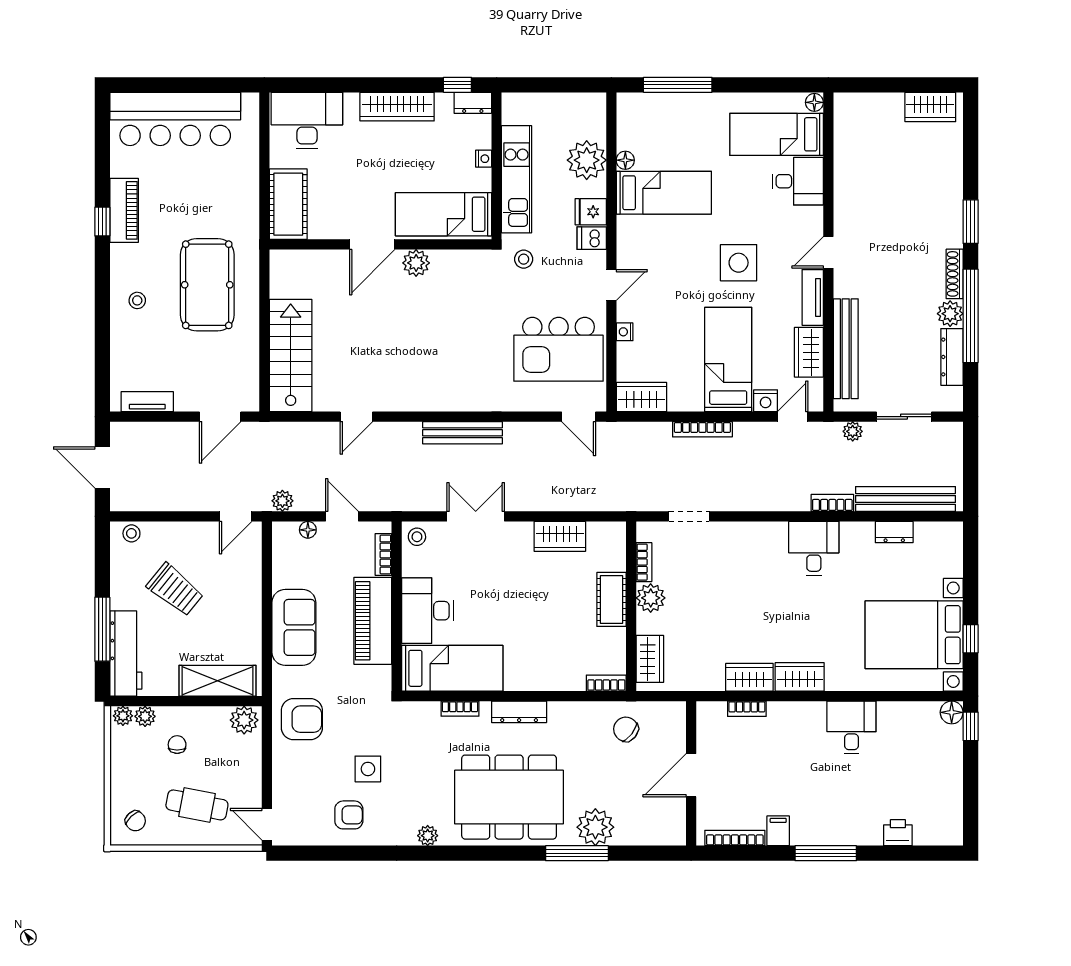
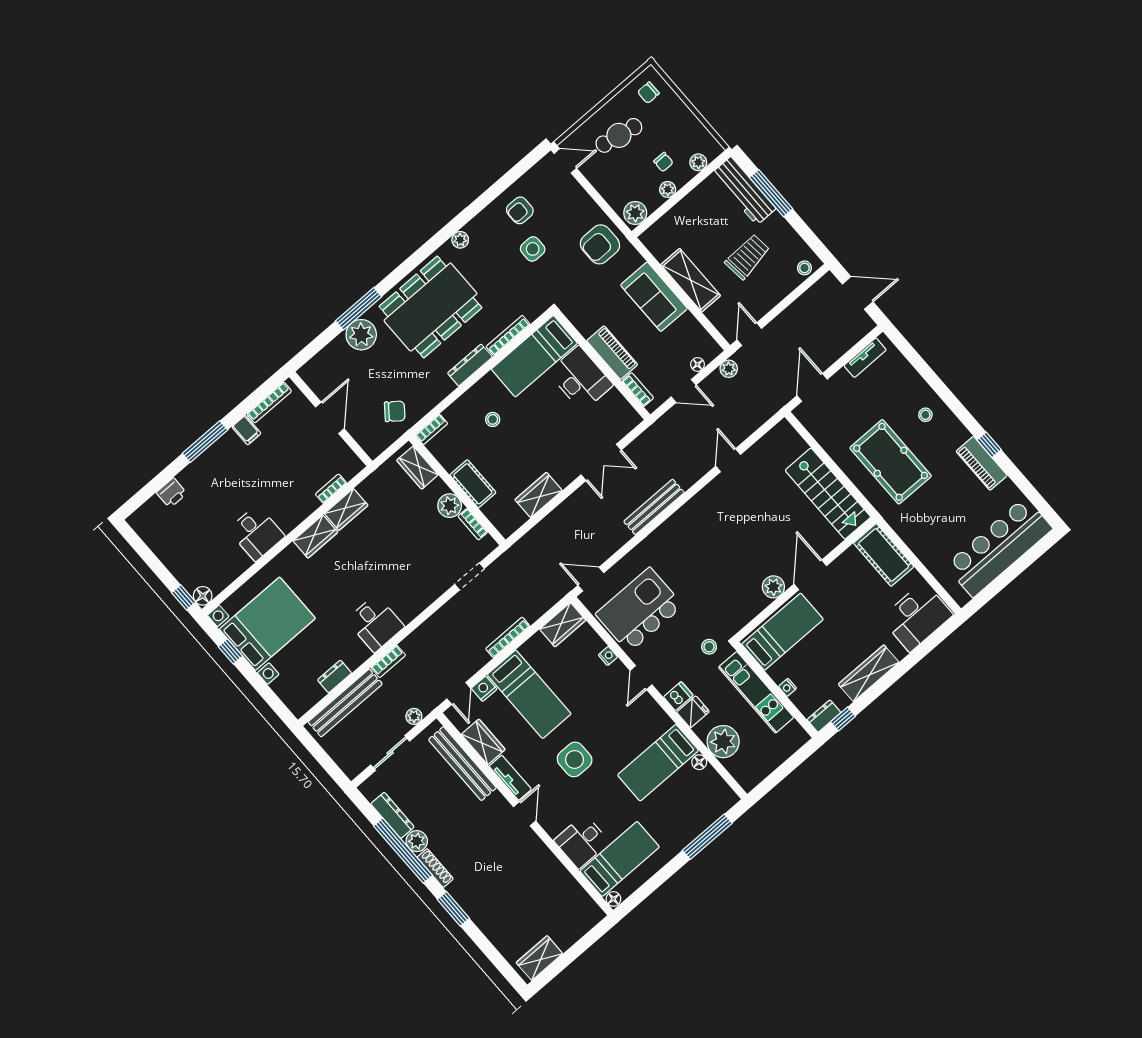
stairs: (291, 355) -> (828, 494), moved
stool: (417, 537) -> (493, 419), moved
trolley: (175, 590) -> (747, 257), turned 135
piano: (373, 621) -> (612, 353), width x0.73, depth x0.75
shelving: (217, 681) -> (691, 280), moved, turned 90
bookcase: (460, 709) -> (508, 335), width x1.56
plant: (123, 716) -> (668, 189), moved
chair: (135, 821) -> (648, 93), turned -46

